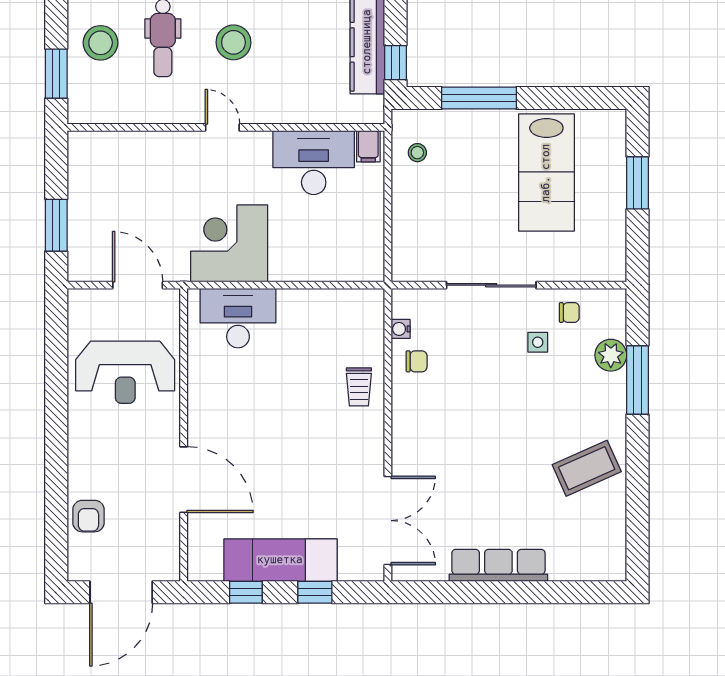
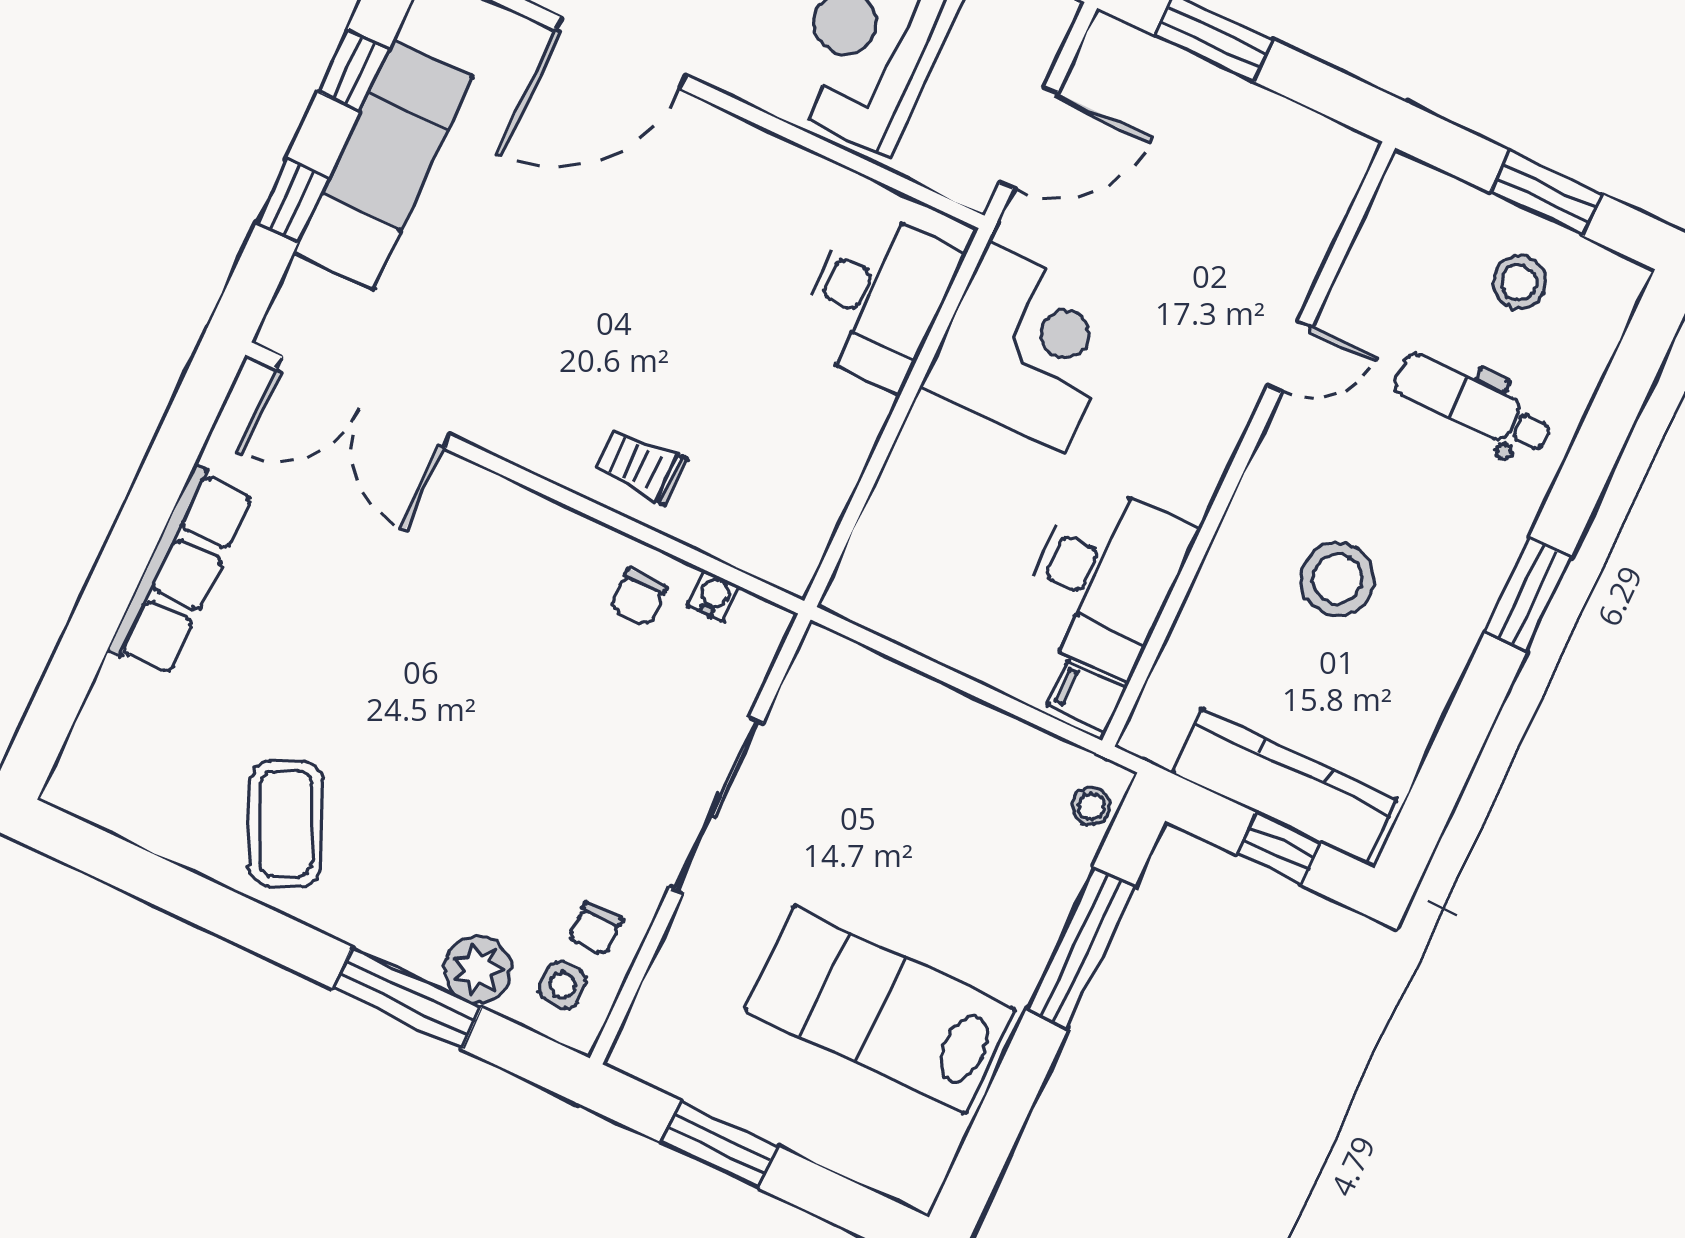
stool: (233, 42) -> (1337, 579), moved
stool: (101, 43) -> (1519, 282), width x0.73, depth x0.73
window: (395, 63) -> (1279, 849), moved
window: (56, 74) -> (1546, 193), moved
door: (222, 127) -> (1290, 356), moved
stool: (417, 153) -> (1091, 806), moved
window: (638, 183) -> (719, 1144), moved
side table: (538, 342) -> (562, 985), moved

